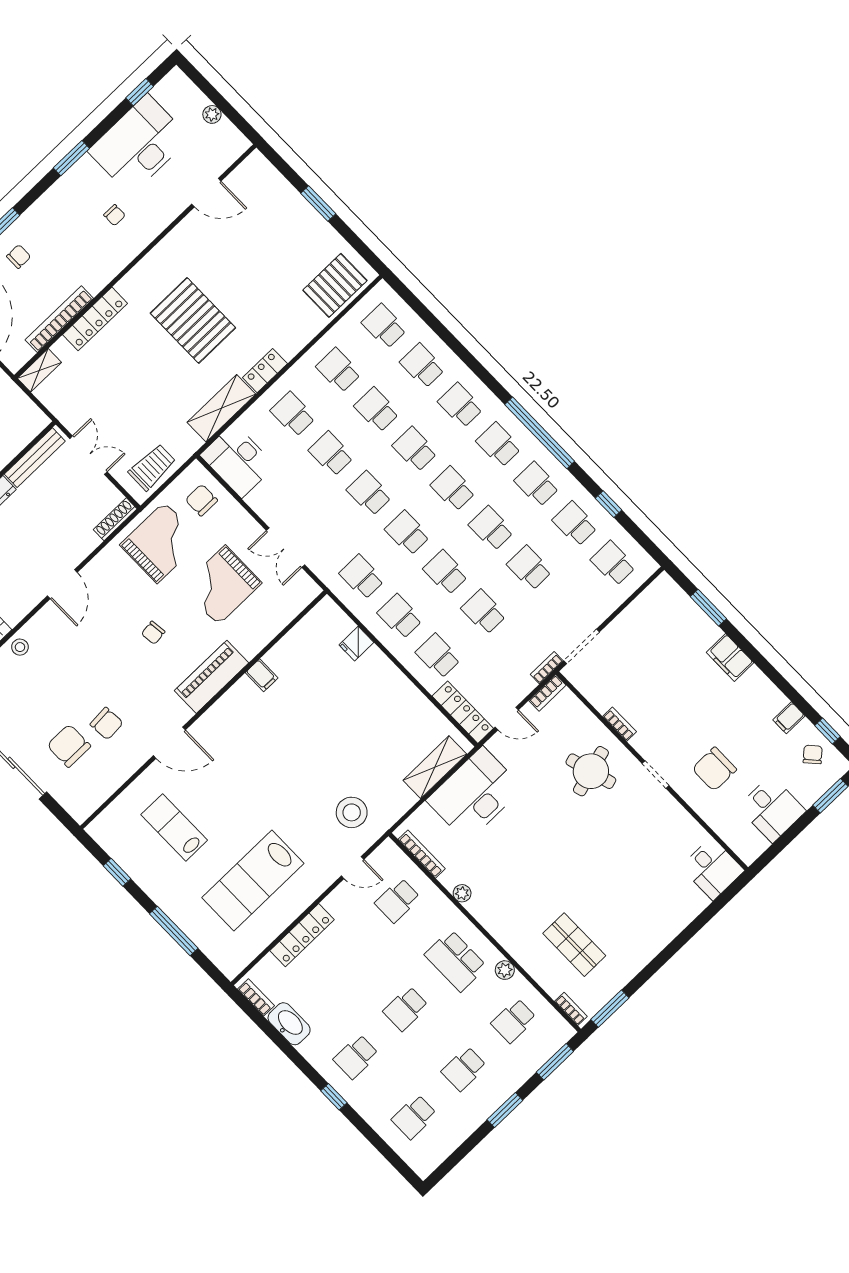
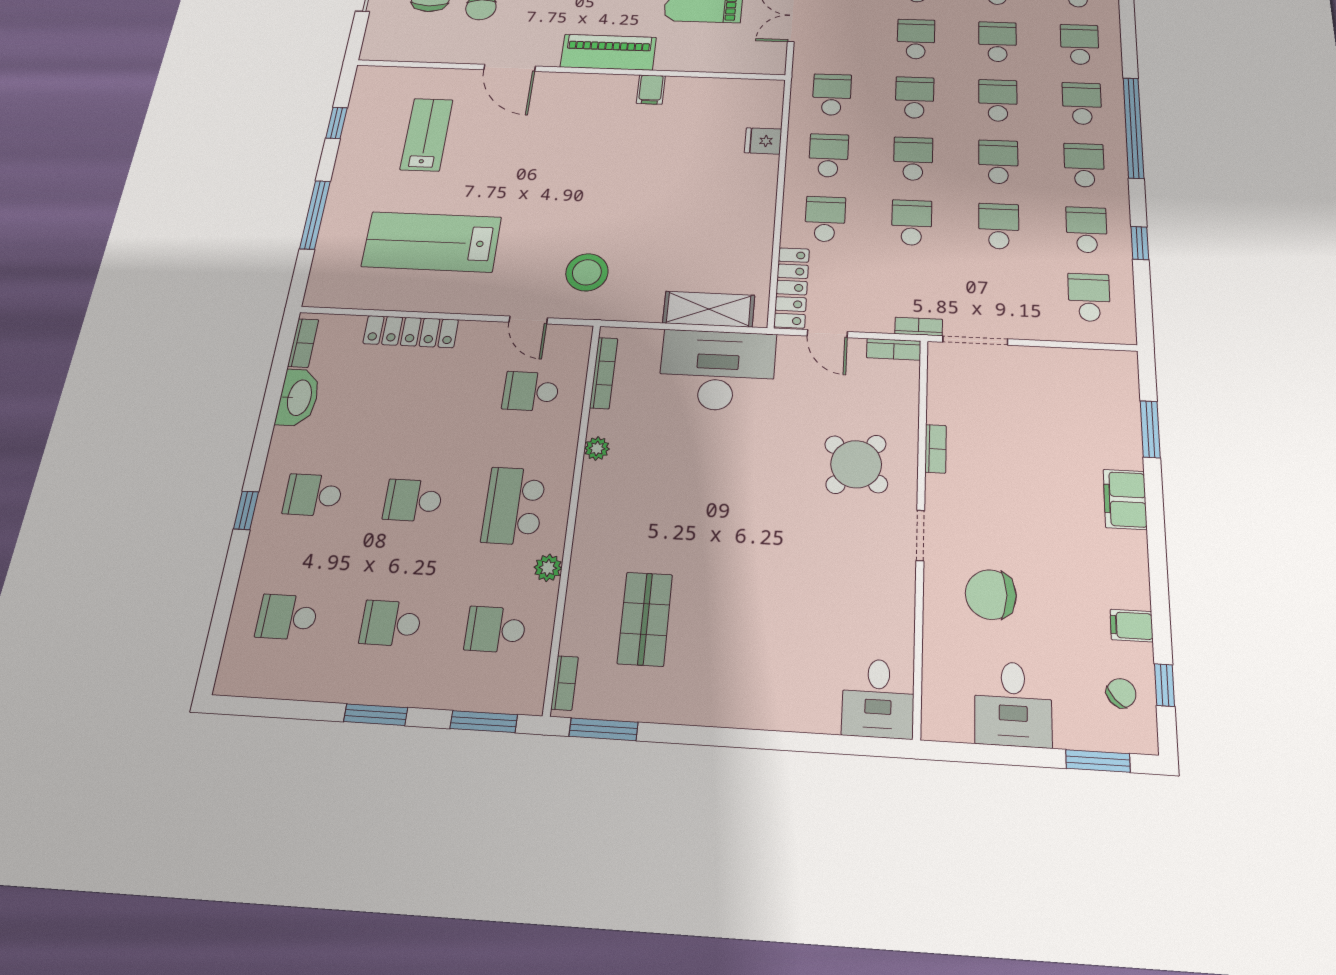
round table: (591, 771) -> (856, 464), turned -33

